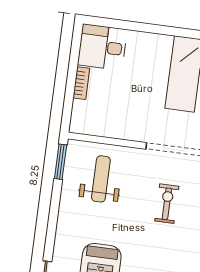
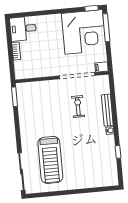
weight bench: (101, 179) -> (39, 101), removed

